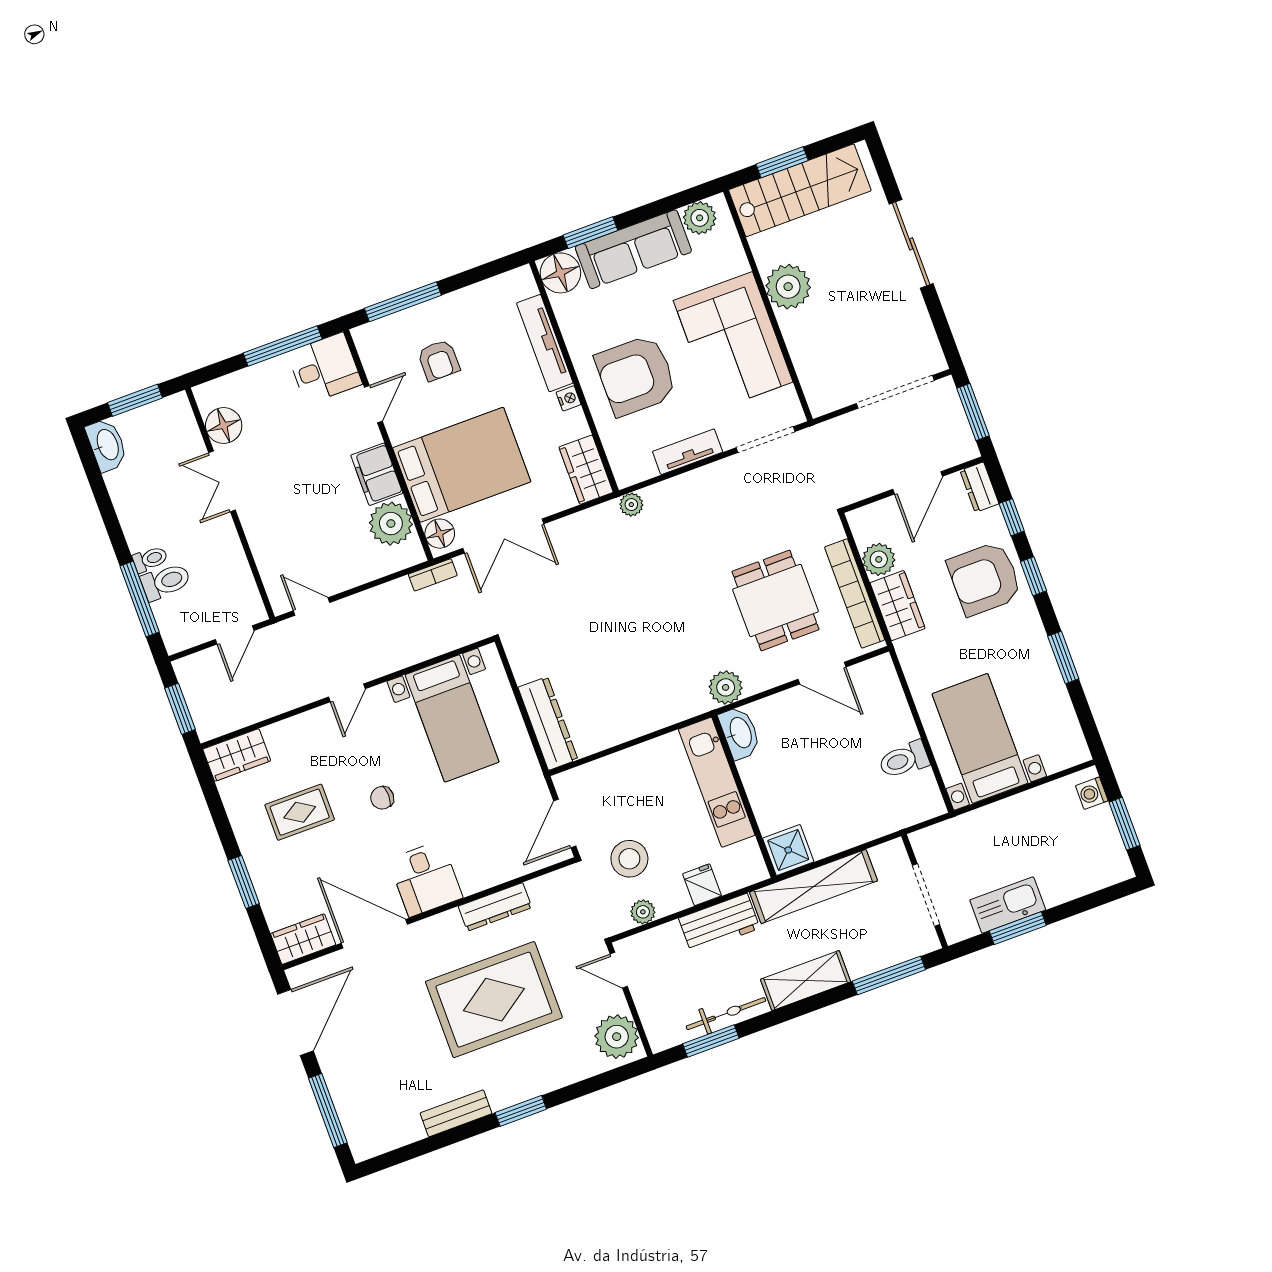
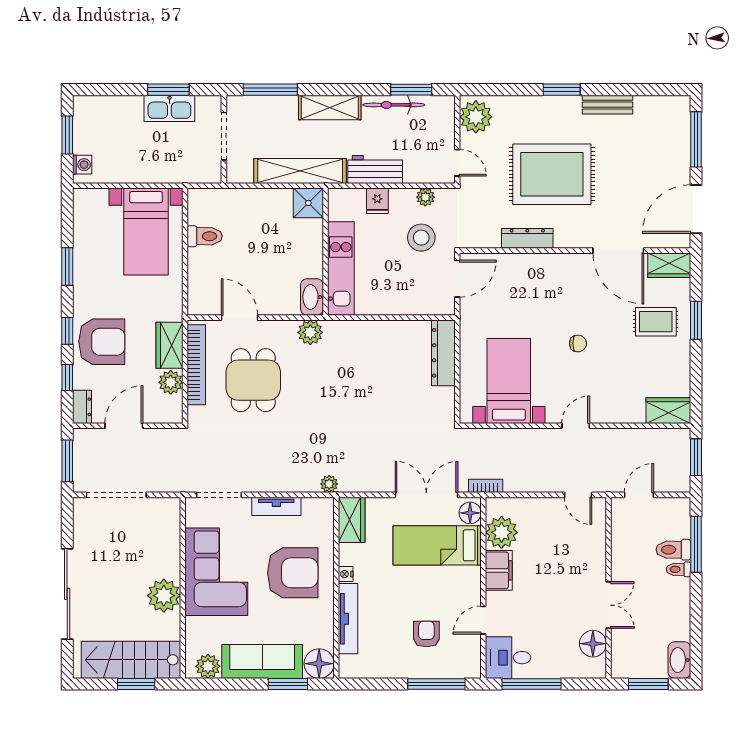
sliding door: (911, 244) -> (67, 594), width x1.36
bed: (462, 465) -> (437, 545), width x0.67
rug: (300, 812) -> (656, 322), moved
desk: (425, 879) -> (569, 276), removed

